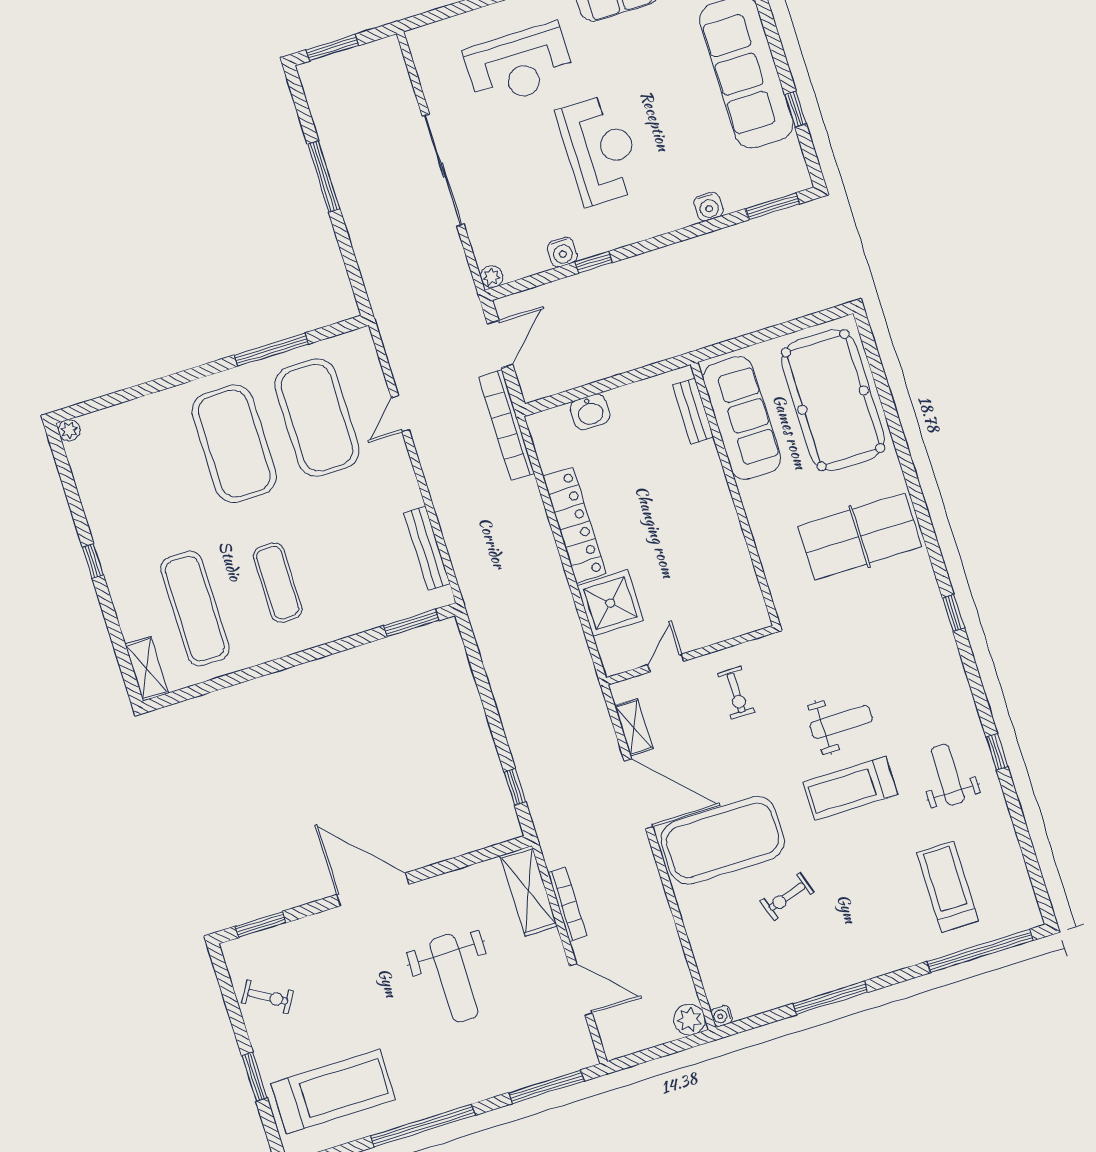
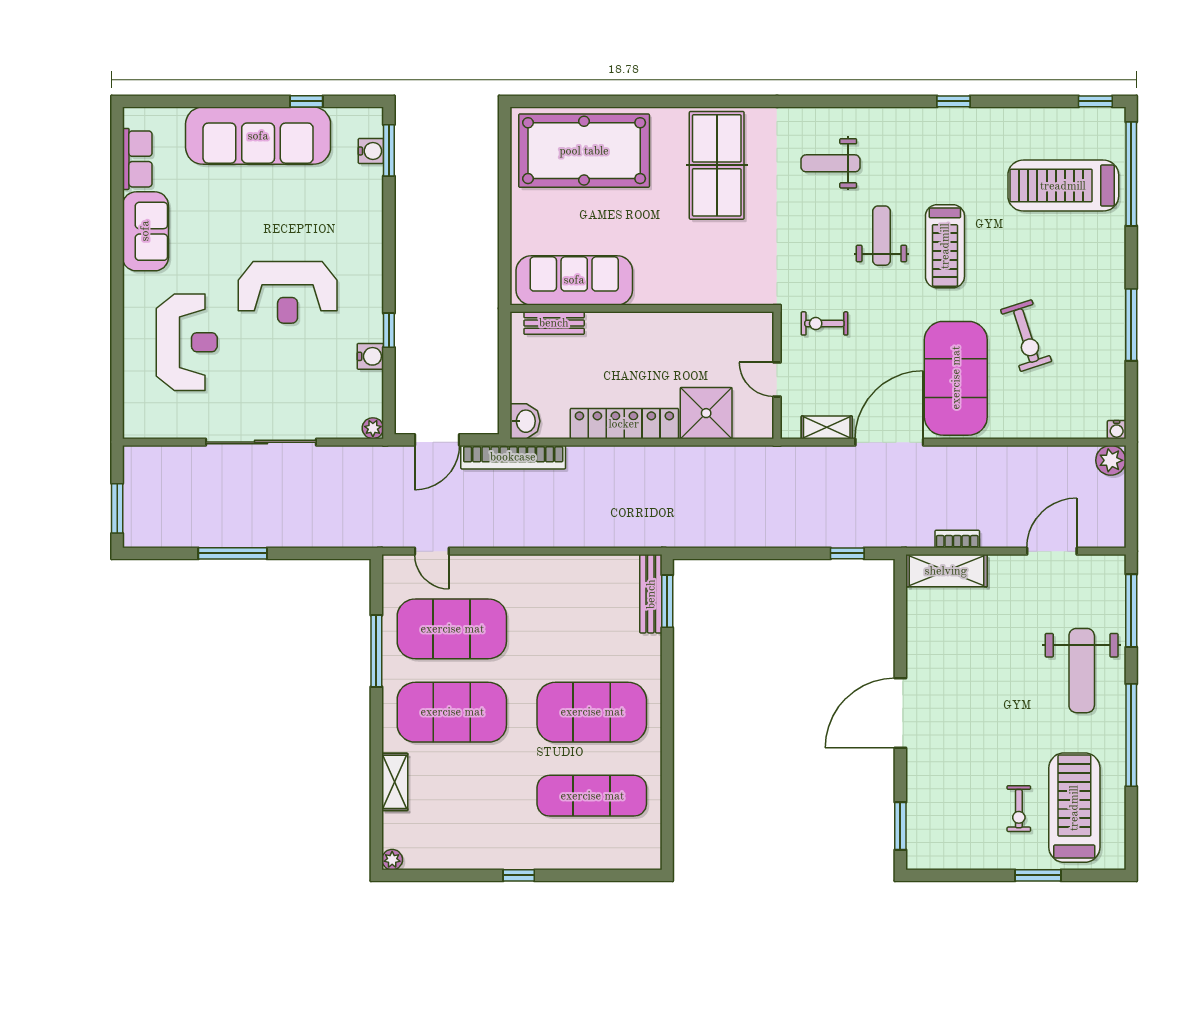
reception desk: (600, 150) -> (288, 292), turned 180
water cooler: (708, 207) -> (371, 151), moved
door: (500, 344) -> (437, 440), swing flipped
bench: (693, 411) -> (554, 323), moved
washbasin: (590, 412) -> (525, 421), moved
door: (400, 414) -> (432, 551), moved
sofa: (742, 418) -> (574, 280), moved
wall: (735, 494) -> (642, 308), moved
bench: (427, 548) -> (651, 594), moved, turned 90
exercise mat: (278, 583) -> (592, 712), width x2.00, depth x1.45
window: (953, 613) -> (1095, 101), moved
shelving: (147, 669) -> (395, 782), moved, turned 90
exercise bike: (736, 693) -> (824, 323), turned 180
weight bench: (948, 775) -> (831, 163), moved
treadmill: (948, 887) -> (1063, 186), width x1.37, depth x1.38
exercise bike: (787, 897) -> (1026, 336), width x1.38, depth x1.39
bookcase: (567, 904) -> (957, 539), width x0.64
weight bench: (454, 978) -> (1082, 671), moved, turned 90
exercise bike: (268, 997) -> (1019, 809), moved, turned 149

